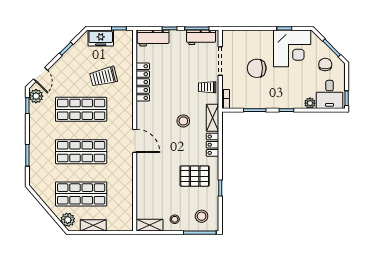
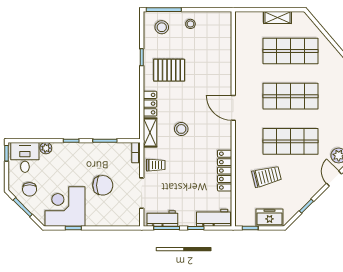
plant: (68, 220) -> (305, 23), removed
shelving: (150, 225) -> (217, 18), removed

